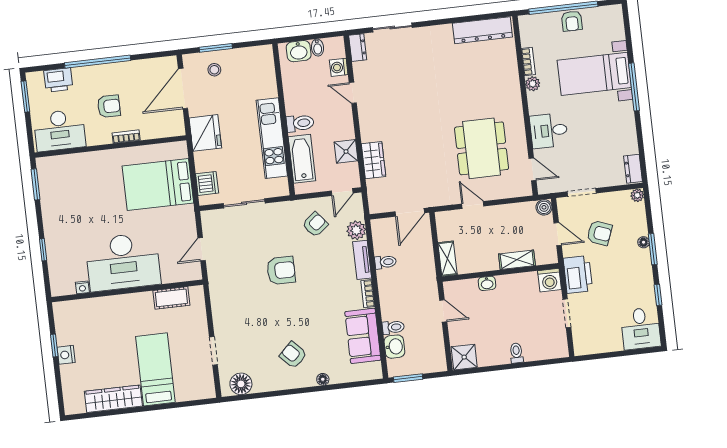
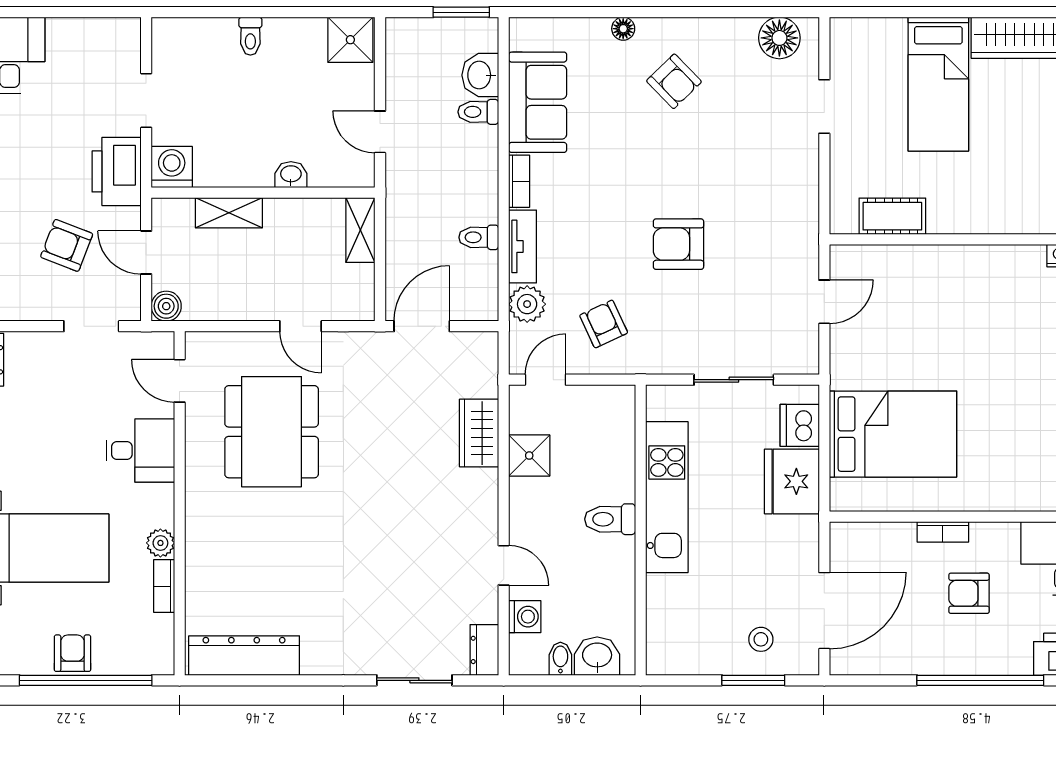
fridge: (205, 133) -> (792, 481), moved
bathtub: (302, 159) -> (614, 451), removed
armchair: (315, 224) -> (604, 324), turned 104
desk: (123, 262) -> (976, 295), removed

